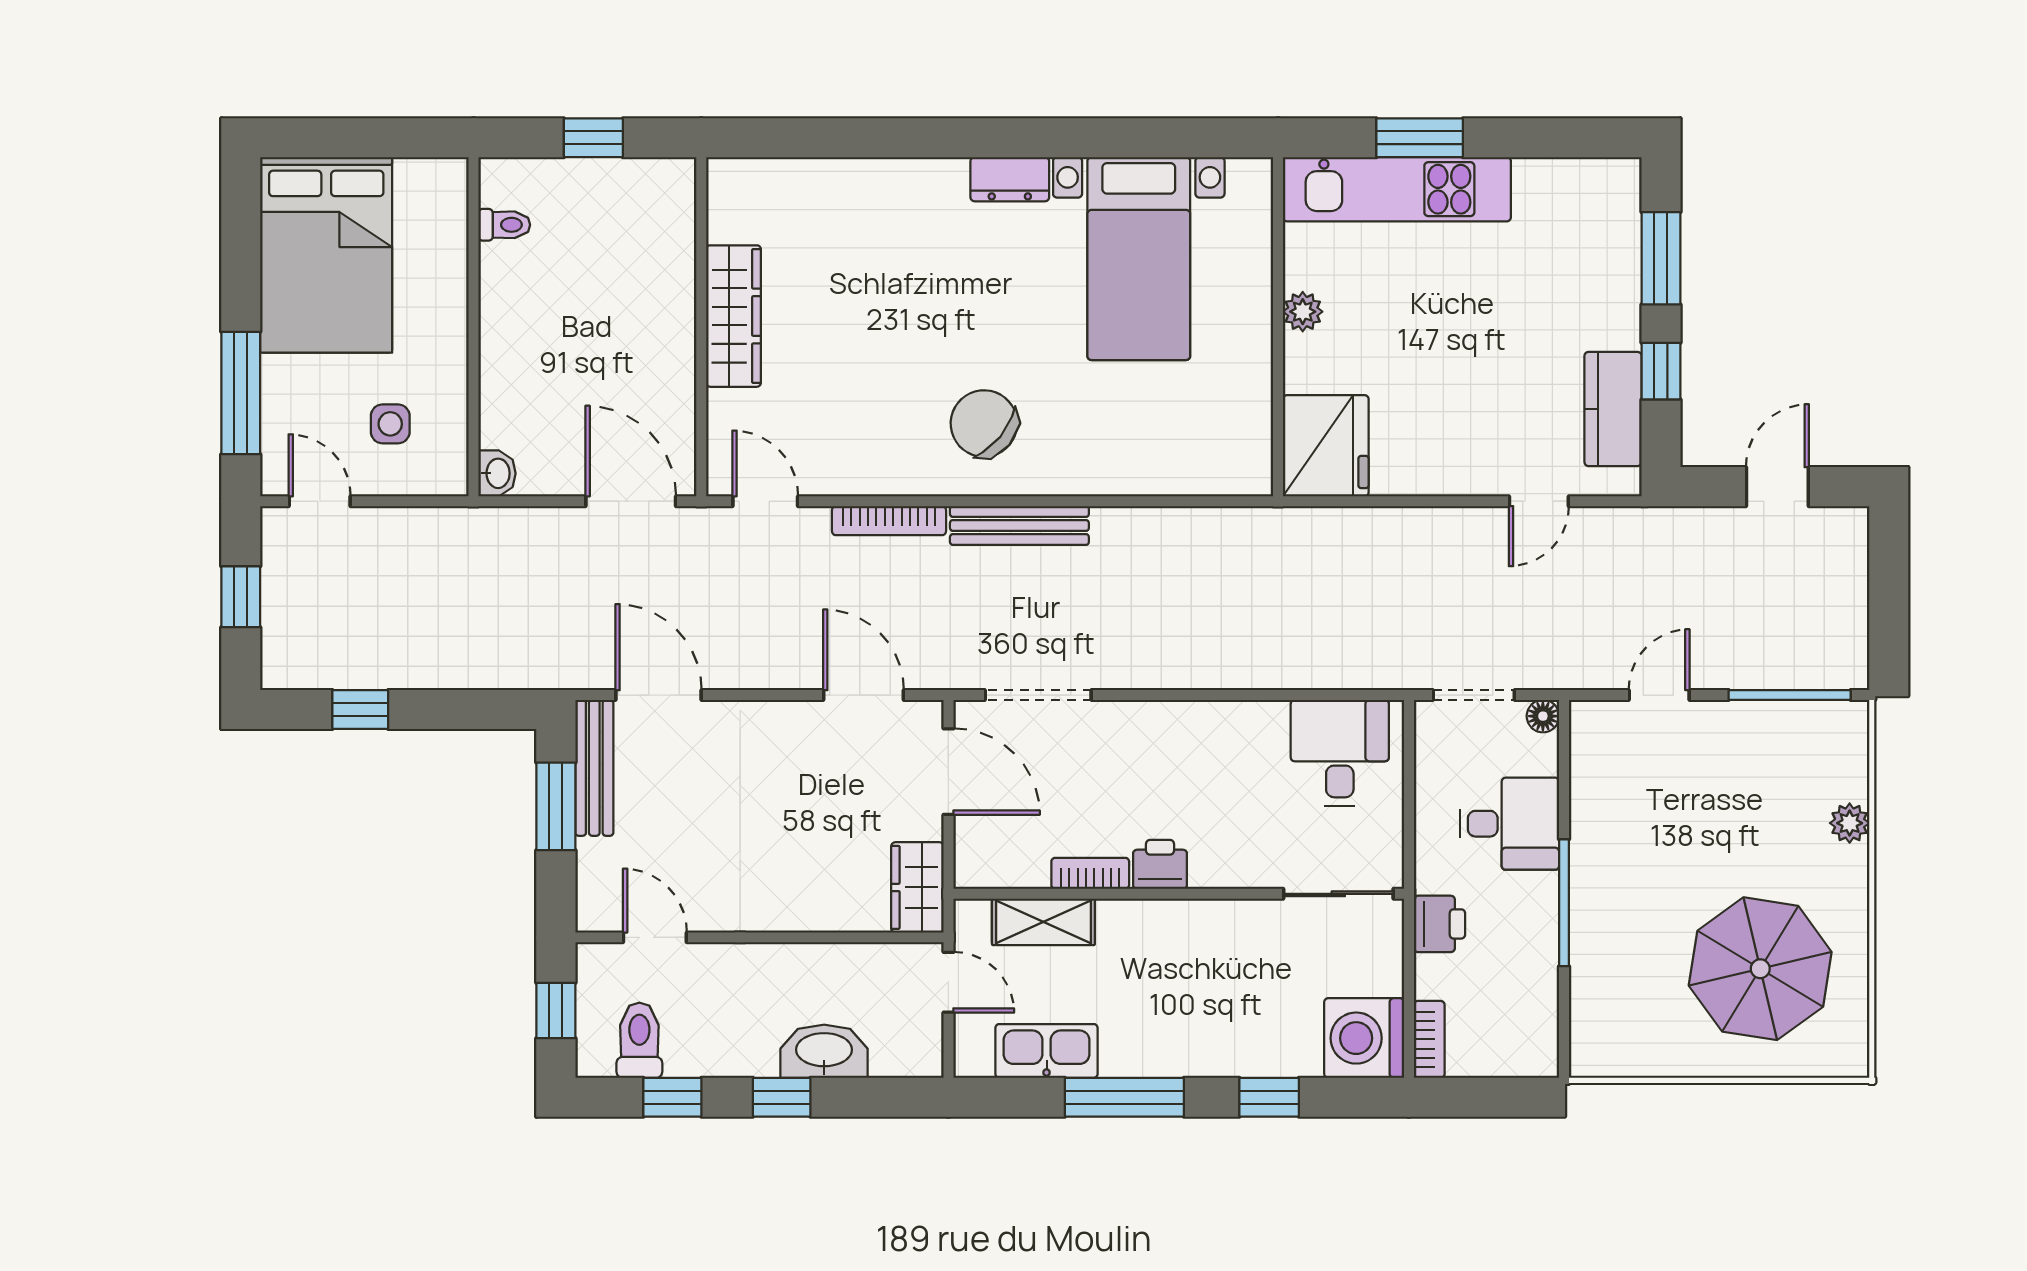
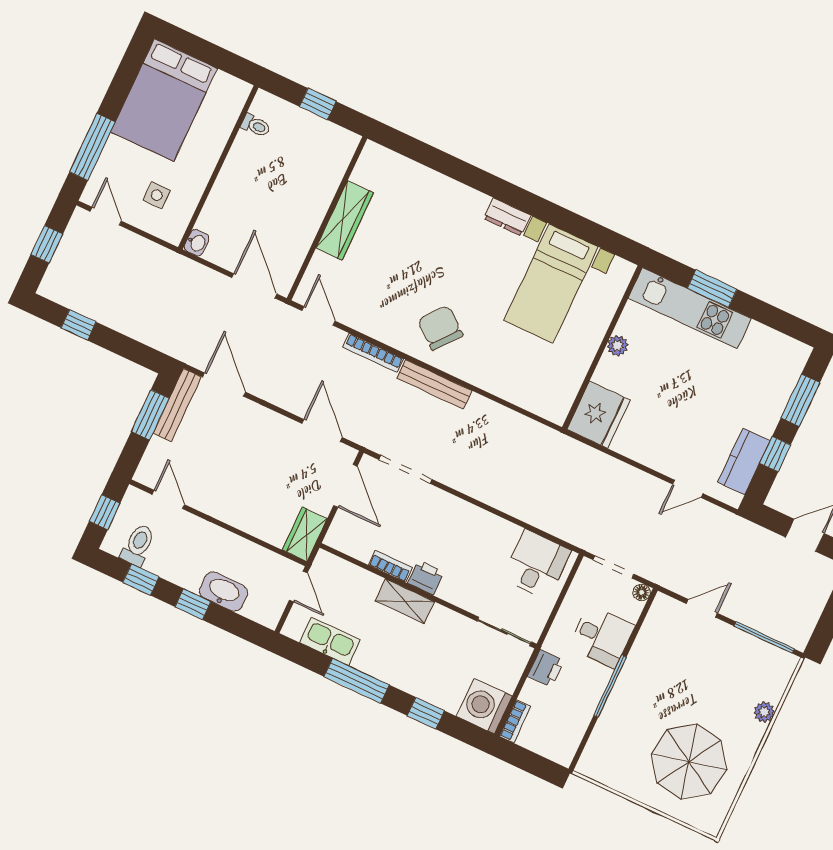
shelving: (1043, 922) -> (405, 601), moved

